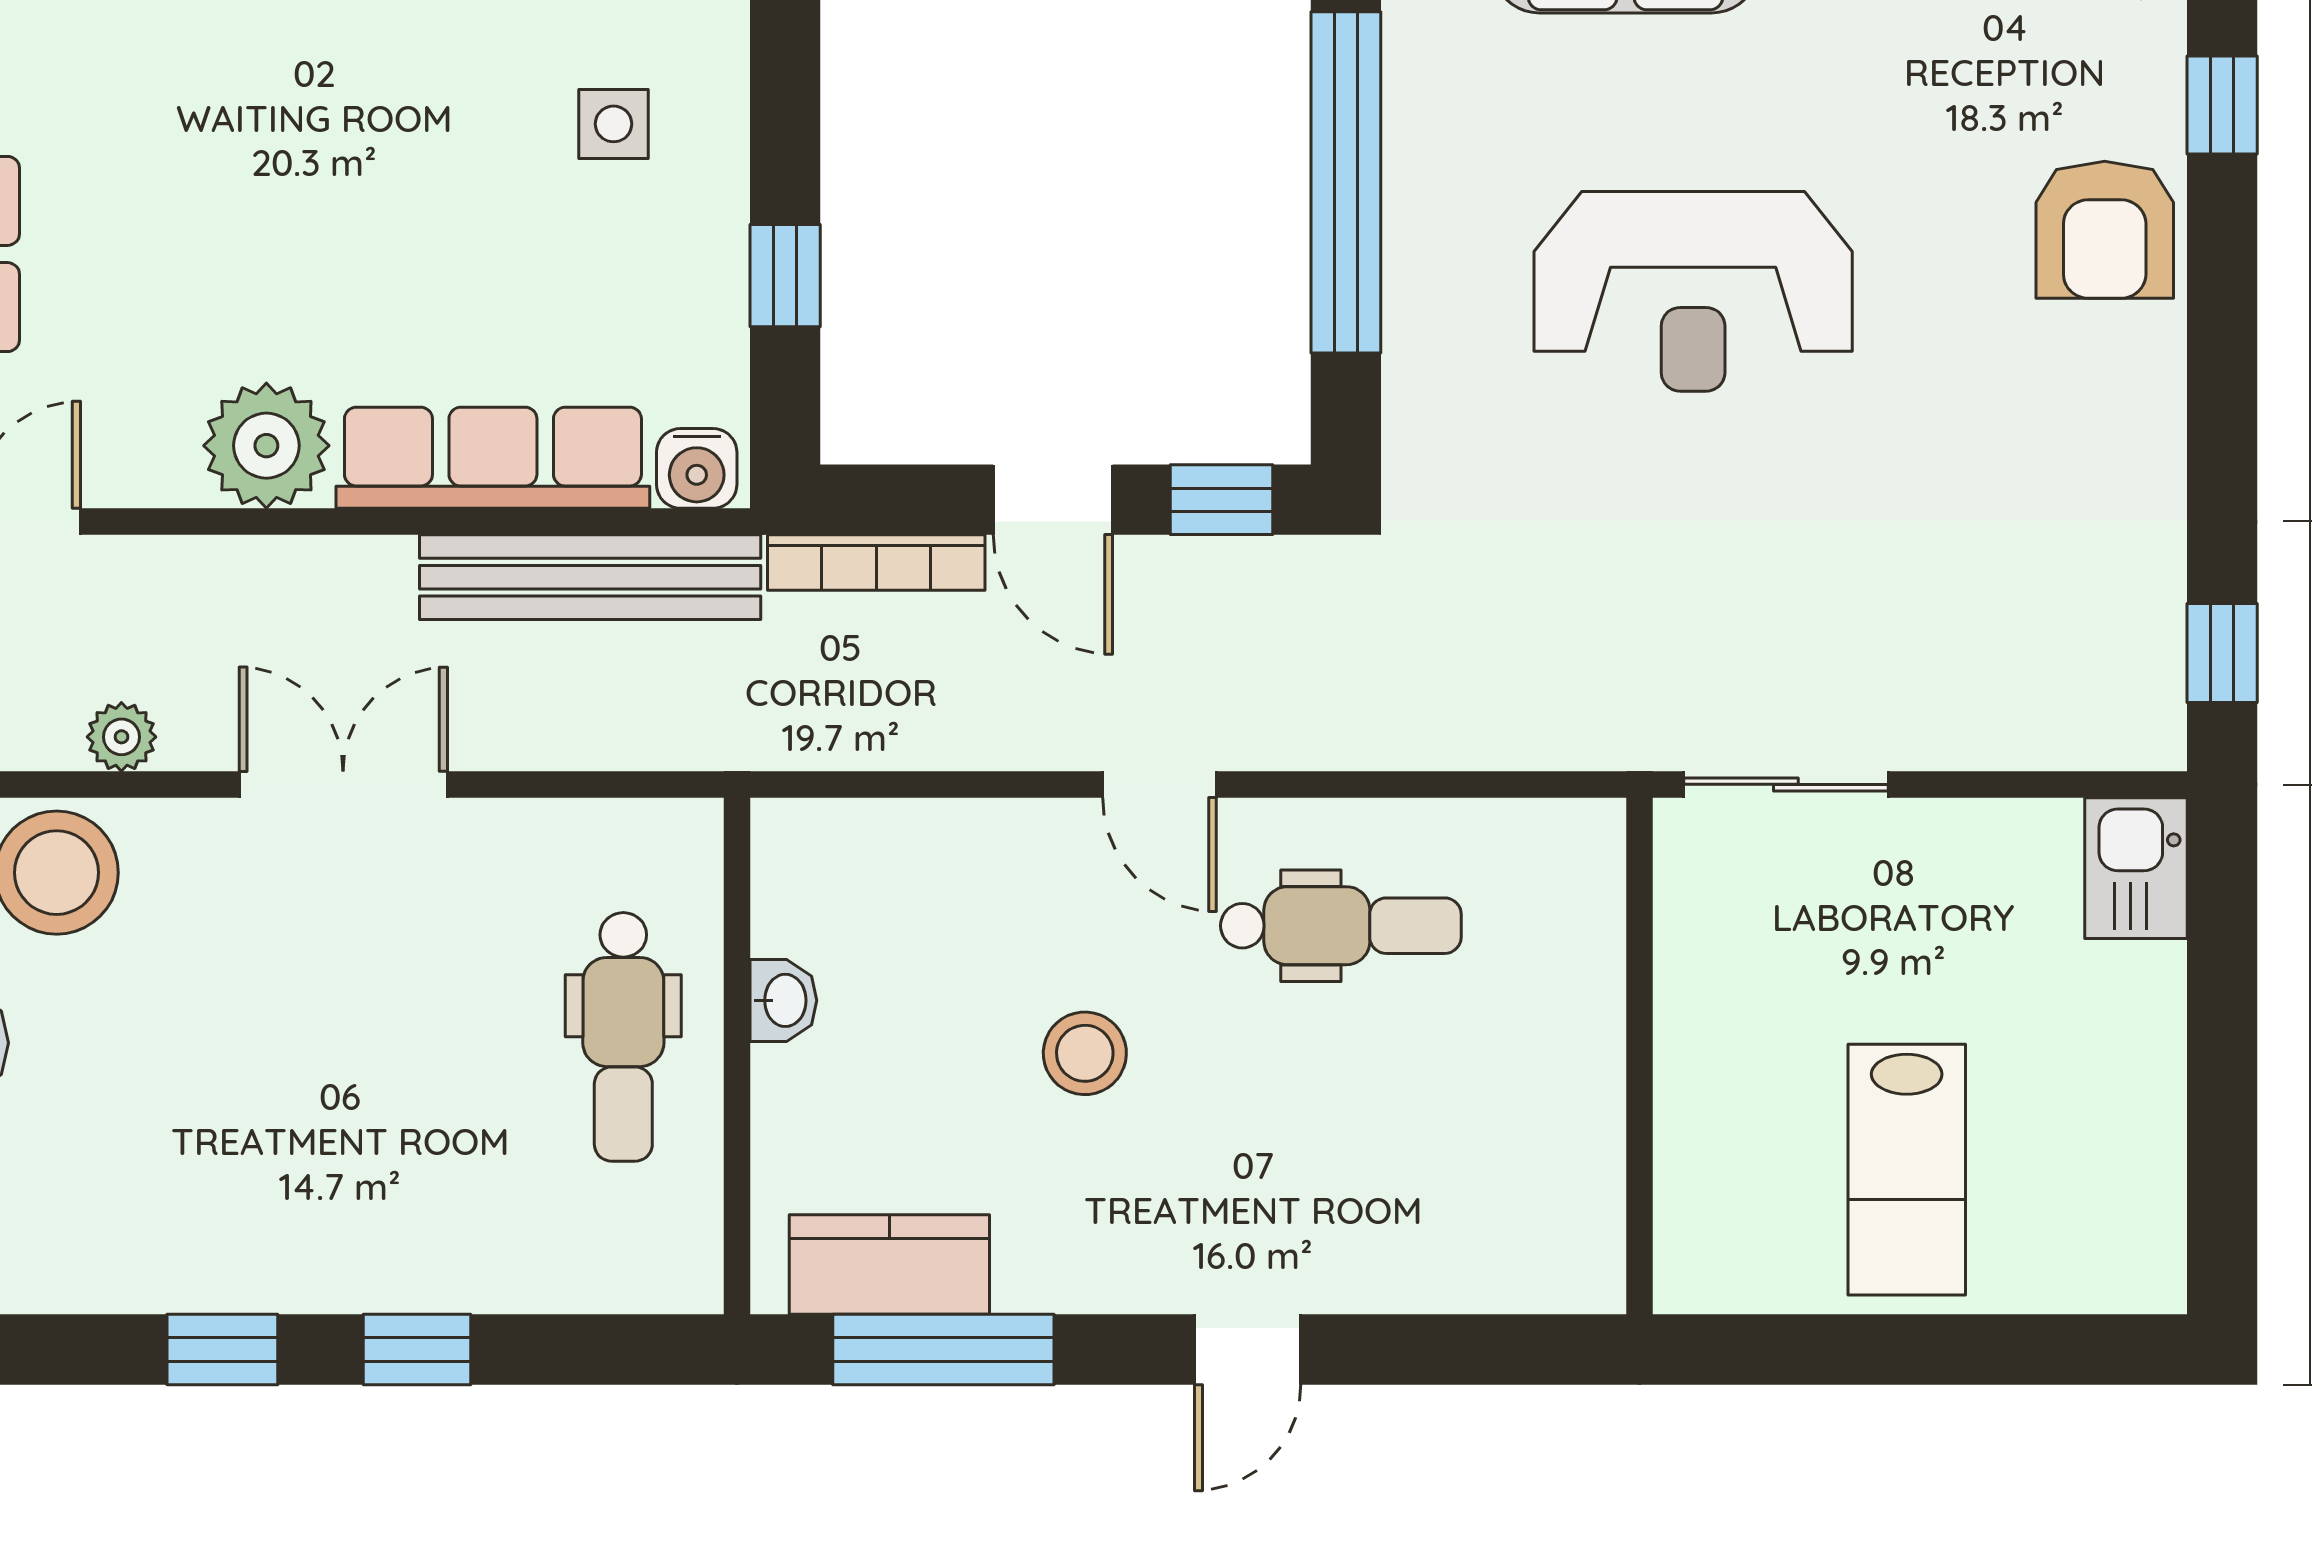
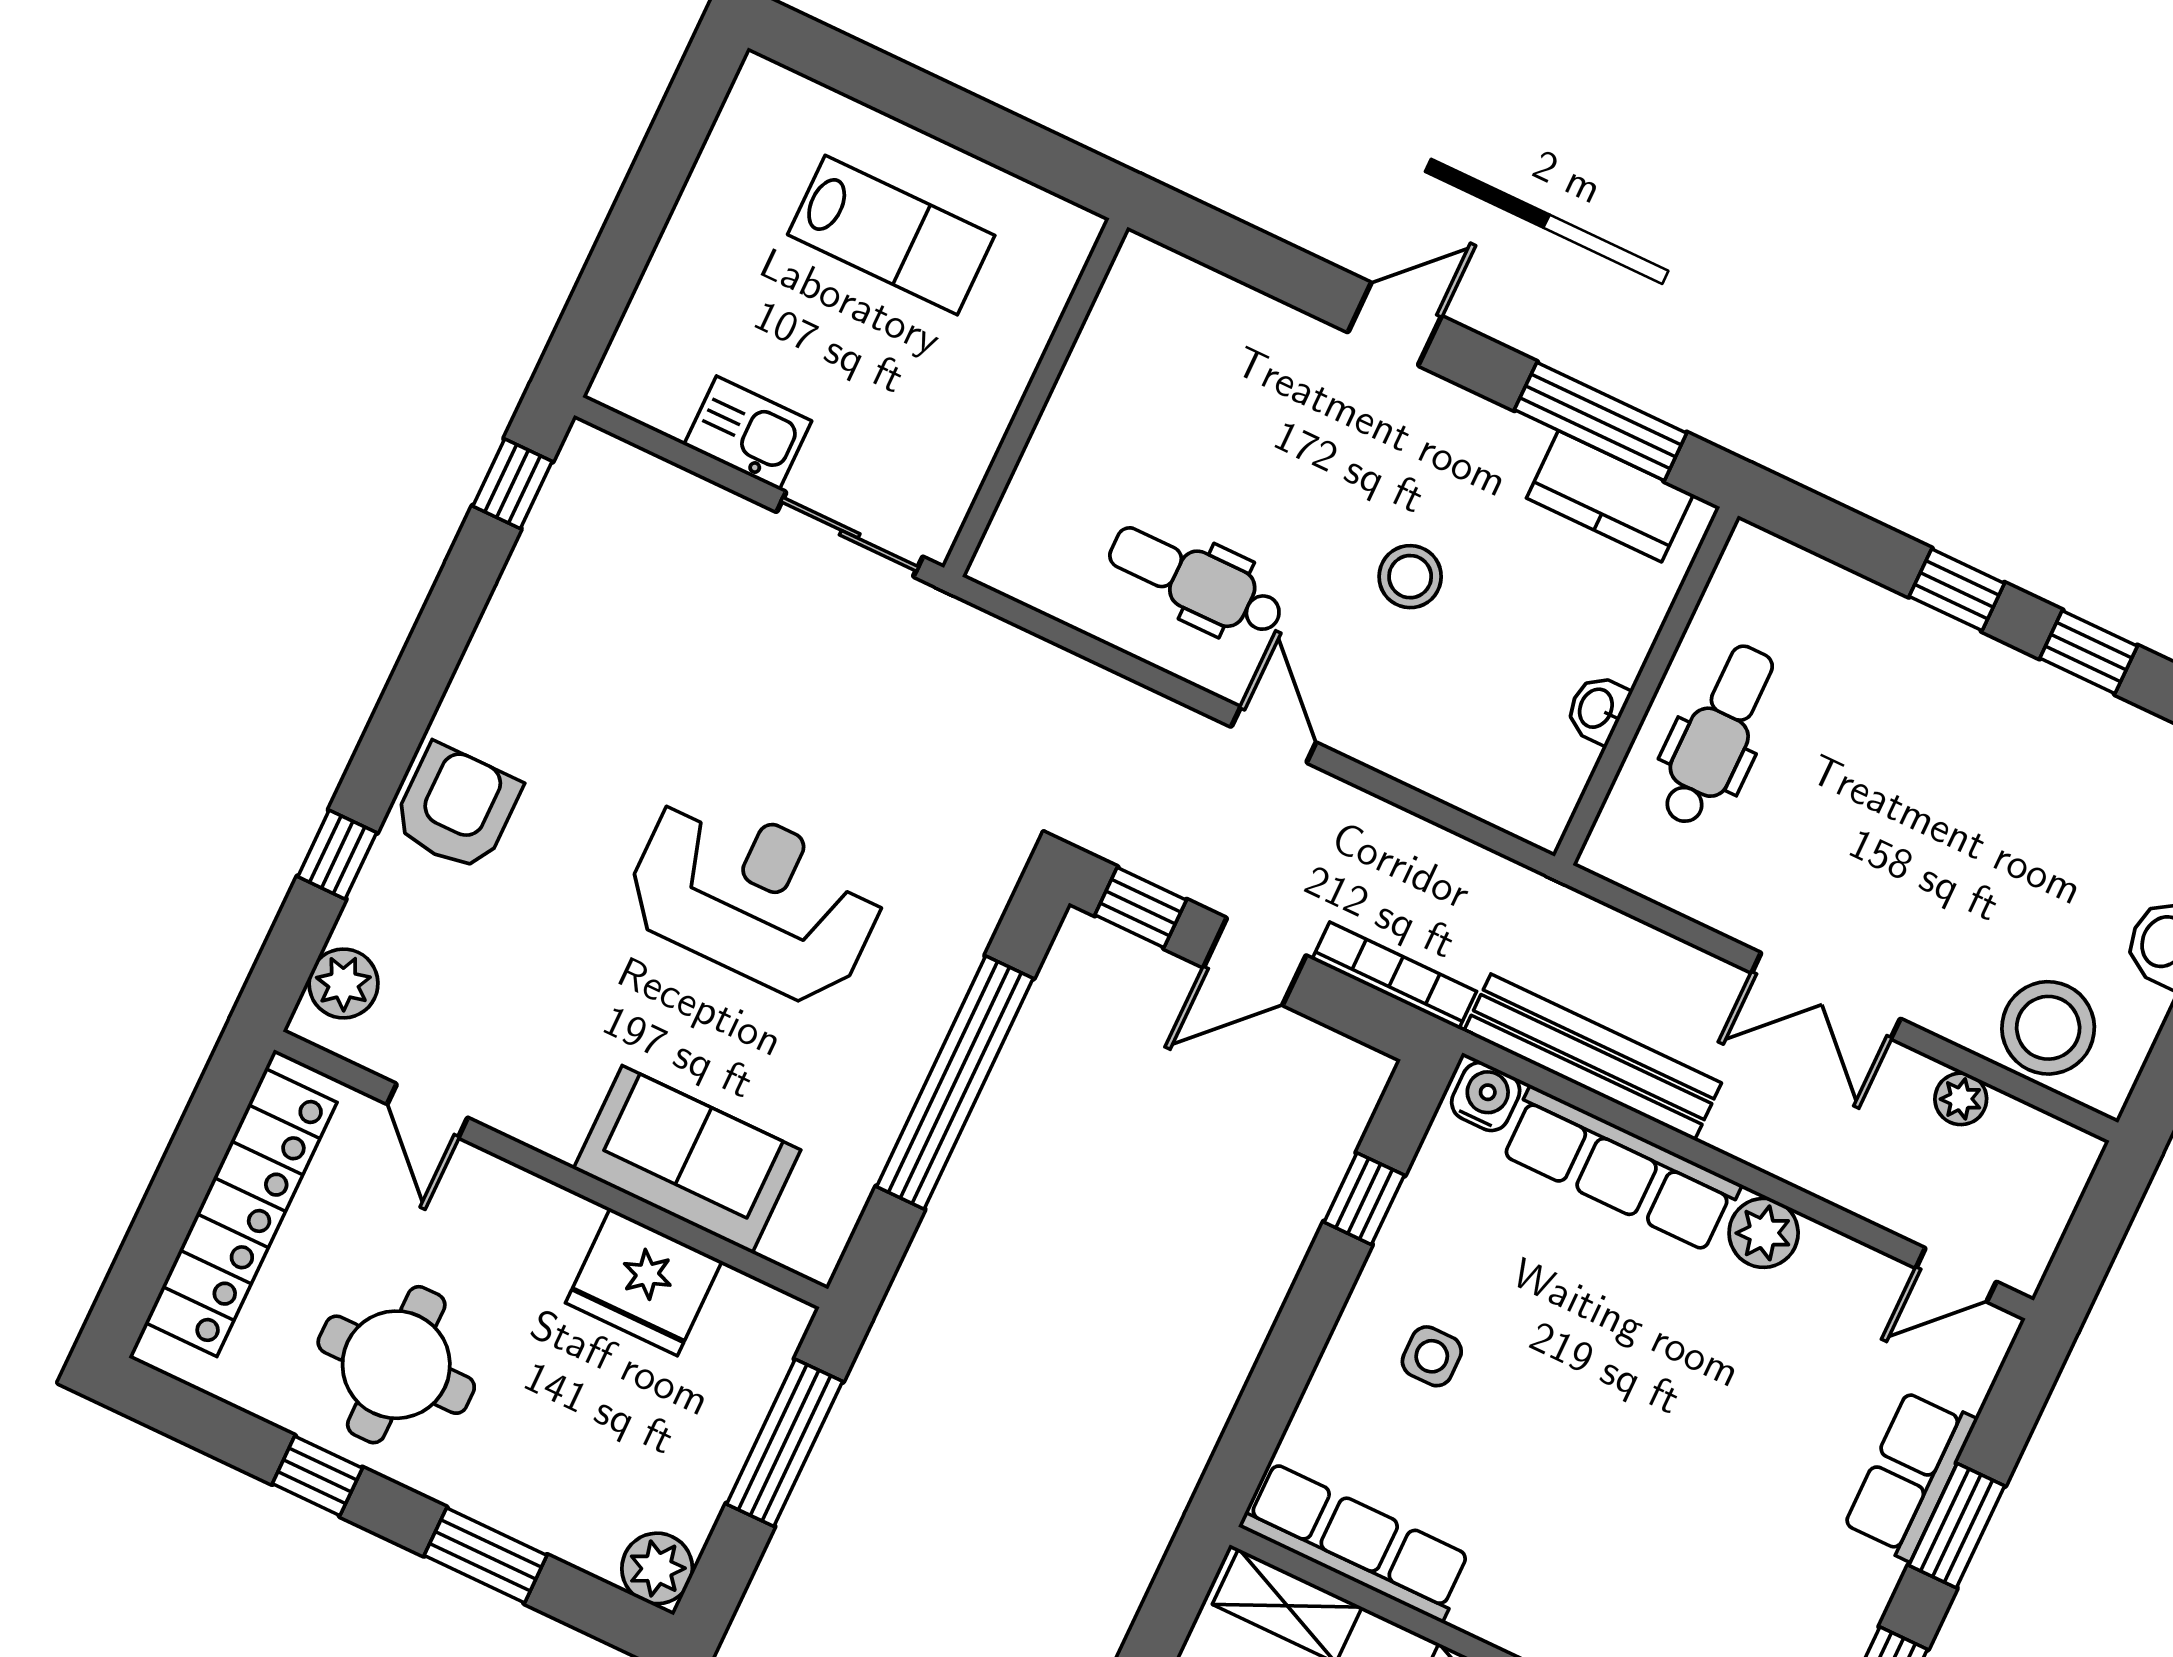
plant: (266, 446) -> (1764, 1233), width x0.73, depth x0.73
door: (1053, 500) -> (1255, 961), swing flipped
kitchen sink: (2136, 868) -> (748, 433), moved, turned -90
lab bench: (1907, 1170) -> (891, 235), turned 90

